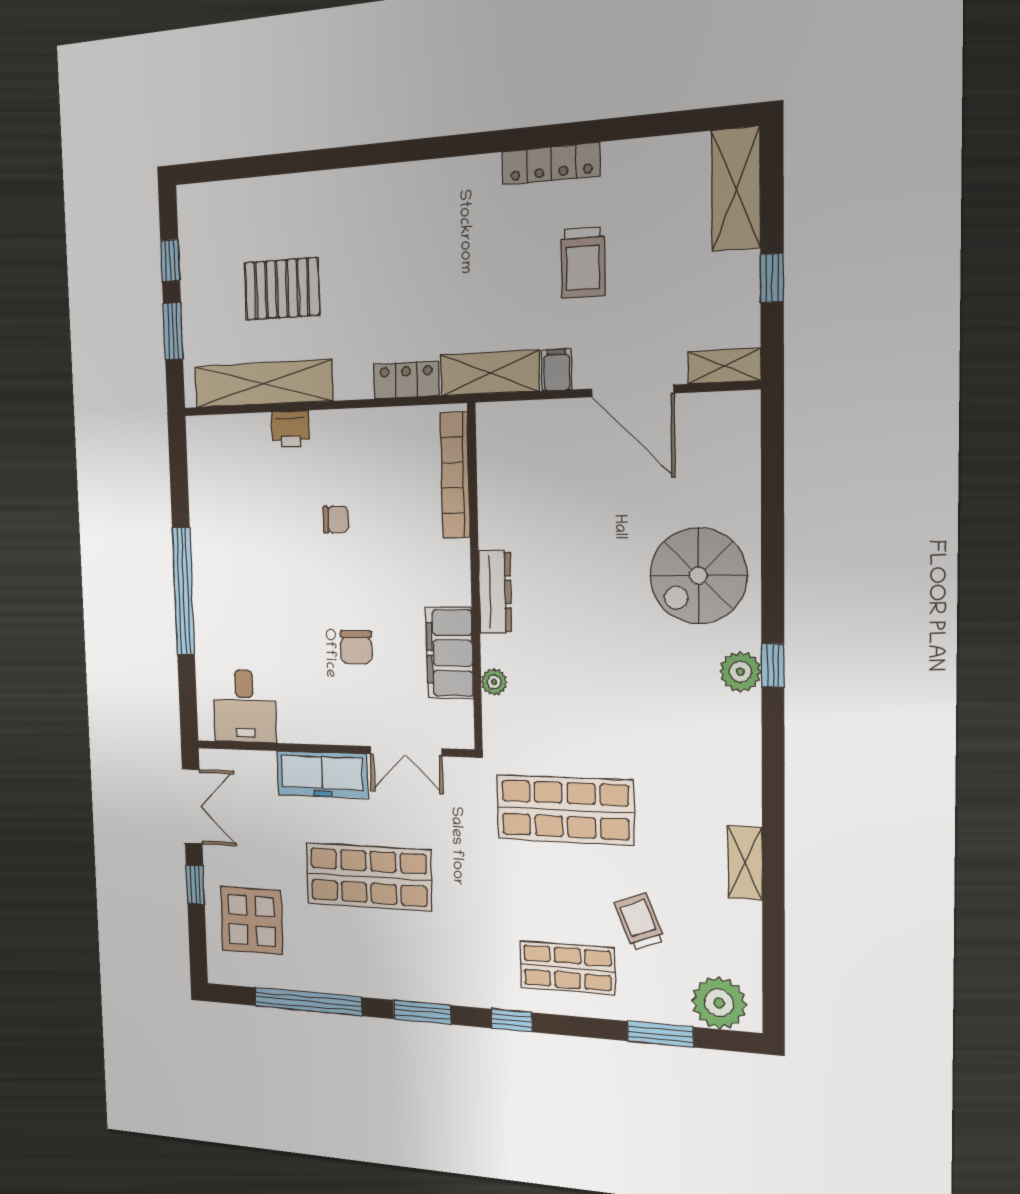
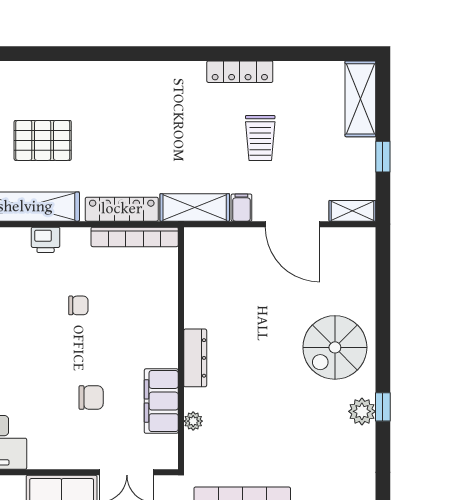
locker: (406, 380) -> (122, 209), width x1.53
bookcase: (455, 475) -> (135, 237), moved, turned -90
chair: (356, 647) -> (91, 397), turned -90

